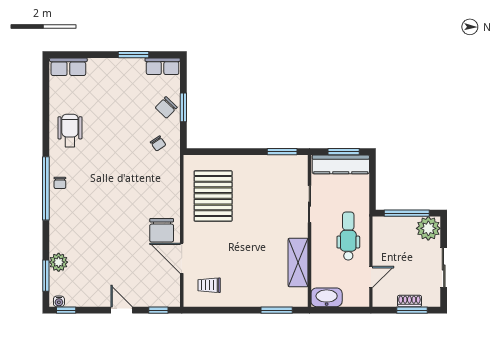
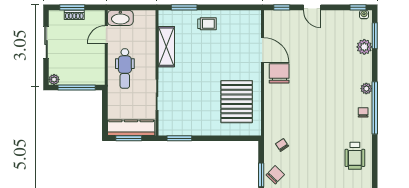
plant: (56, 212) -> (366, 89), added
plant: (428, 228) -> (54, 79), width x0.53, depth x0.53
trolley: (209, 285) -> (207, 24), moved
washbasin: (327, 297) -> (120, 18), moved

